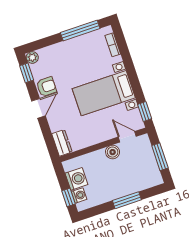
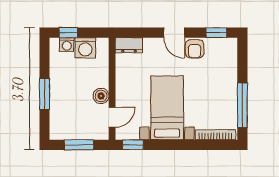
bookcase: (113, 45) -> (215, 135), width x1.56
plant: (32, 57) -> (231, 44), removed

